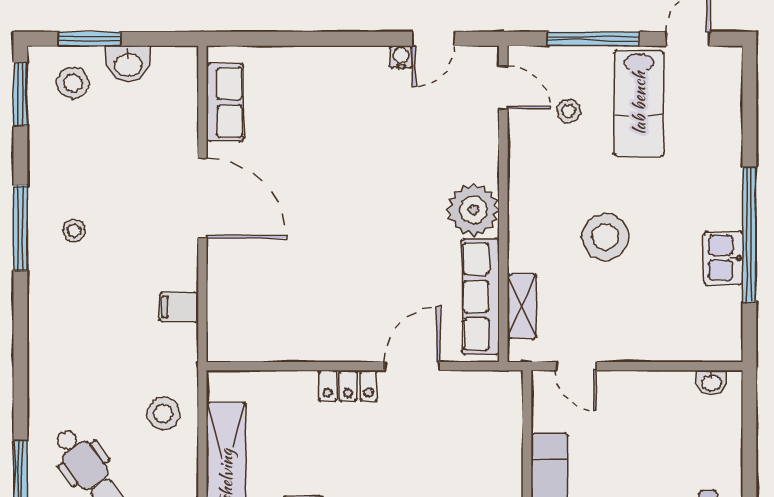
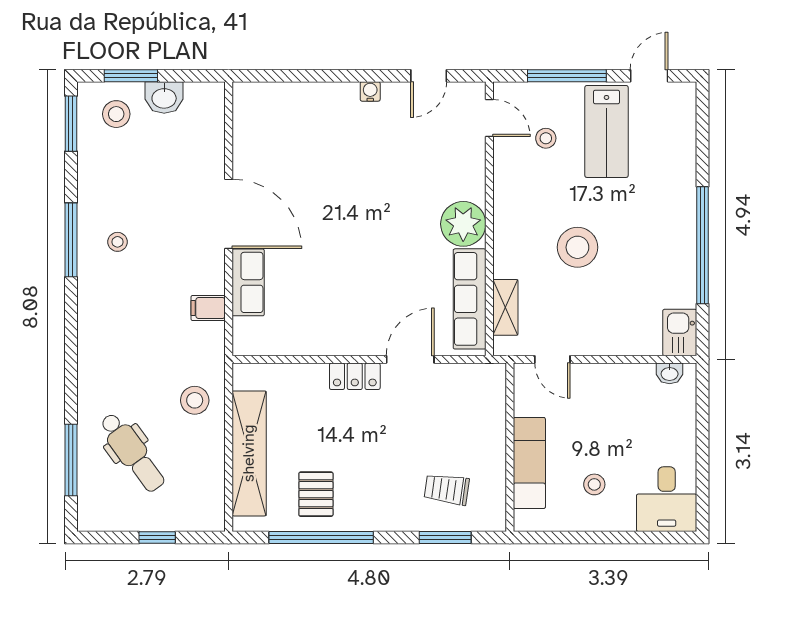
water cooler: (401, 57) -> (370, 91), moved
row of seats: (225, 102) -> (248, 282), moved
kitchen sink: (723, 258) -> (680, 332), moved

